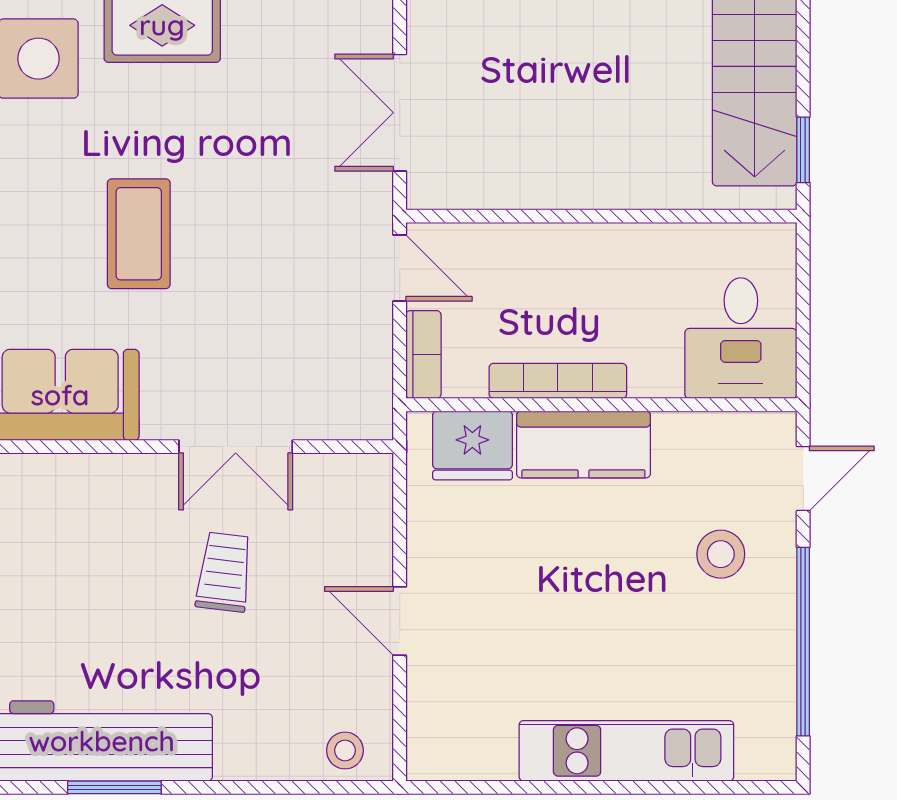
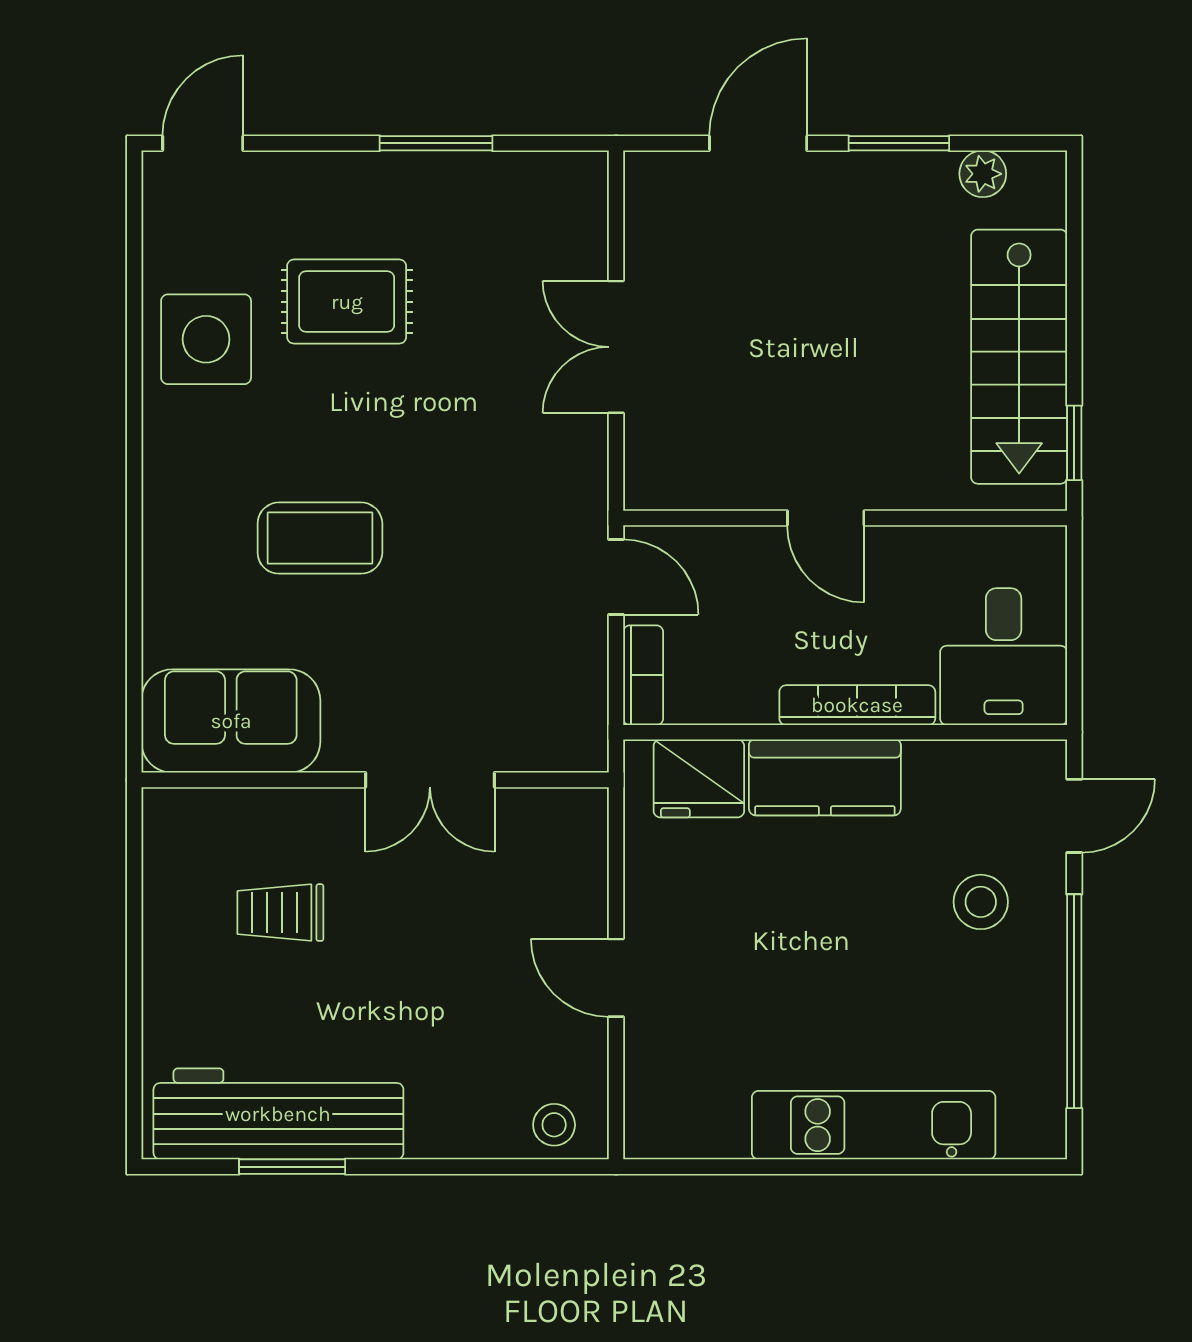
double door: (400, 113) -> (616, 347), moved
door: (584, 216) -> (826, 518), added
coffee table: (139, 234) -> (320, 538), turned 90
bookcase: (558, 381) -> (857, 705), moved
trolley: (224, 572) -> (280, 913), moved, turned -97

